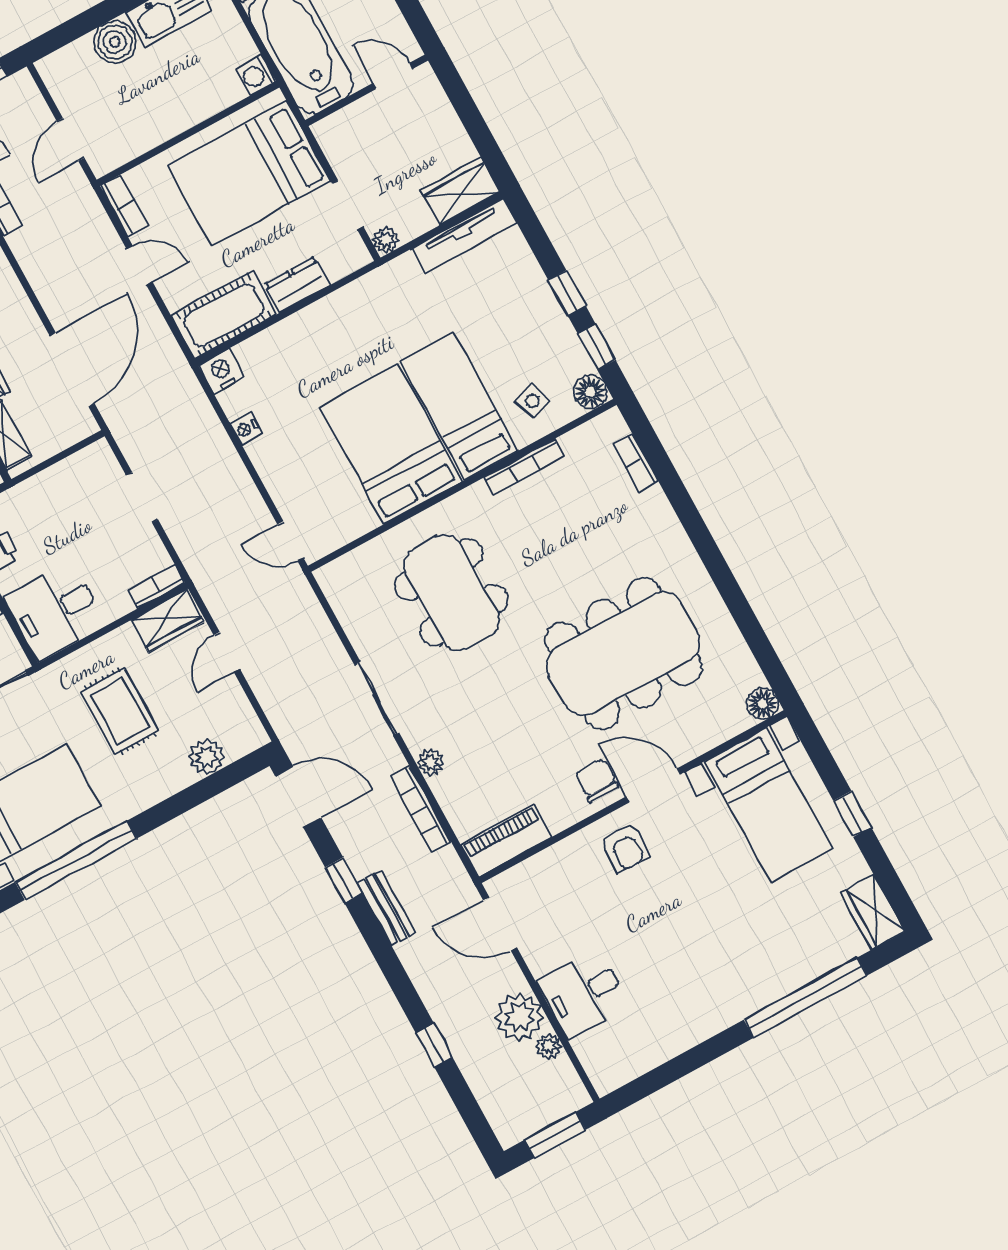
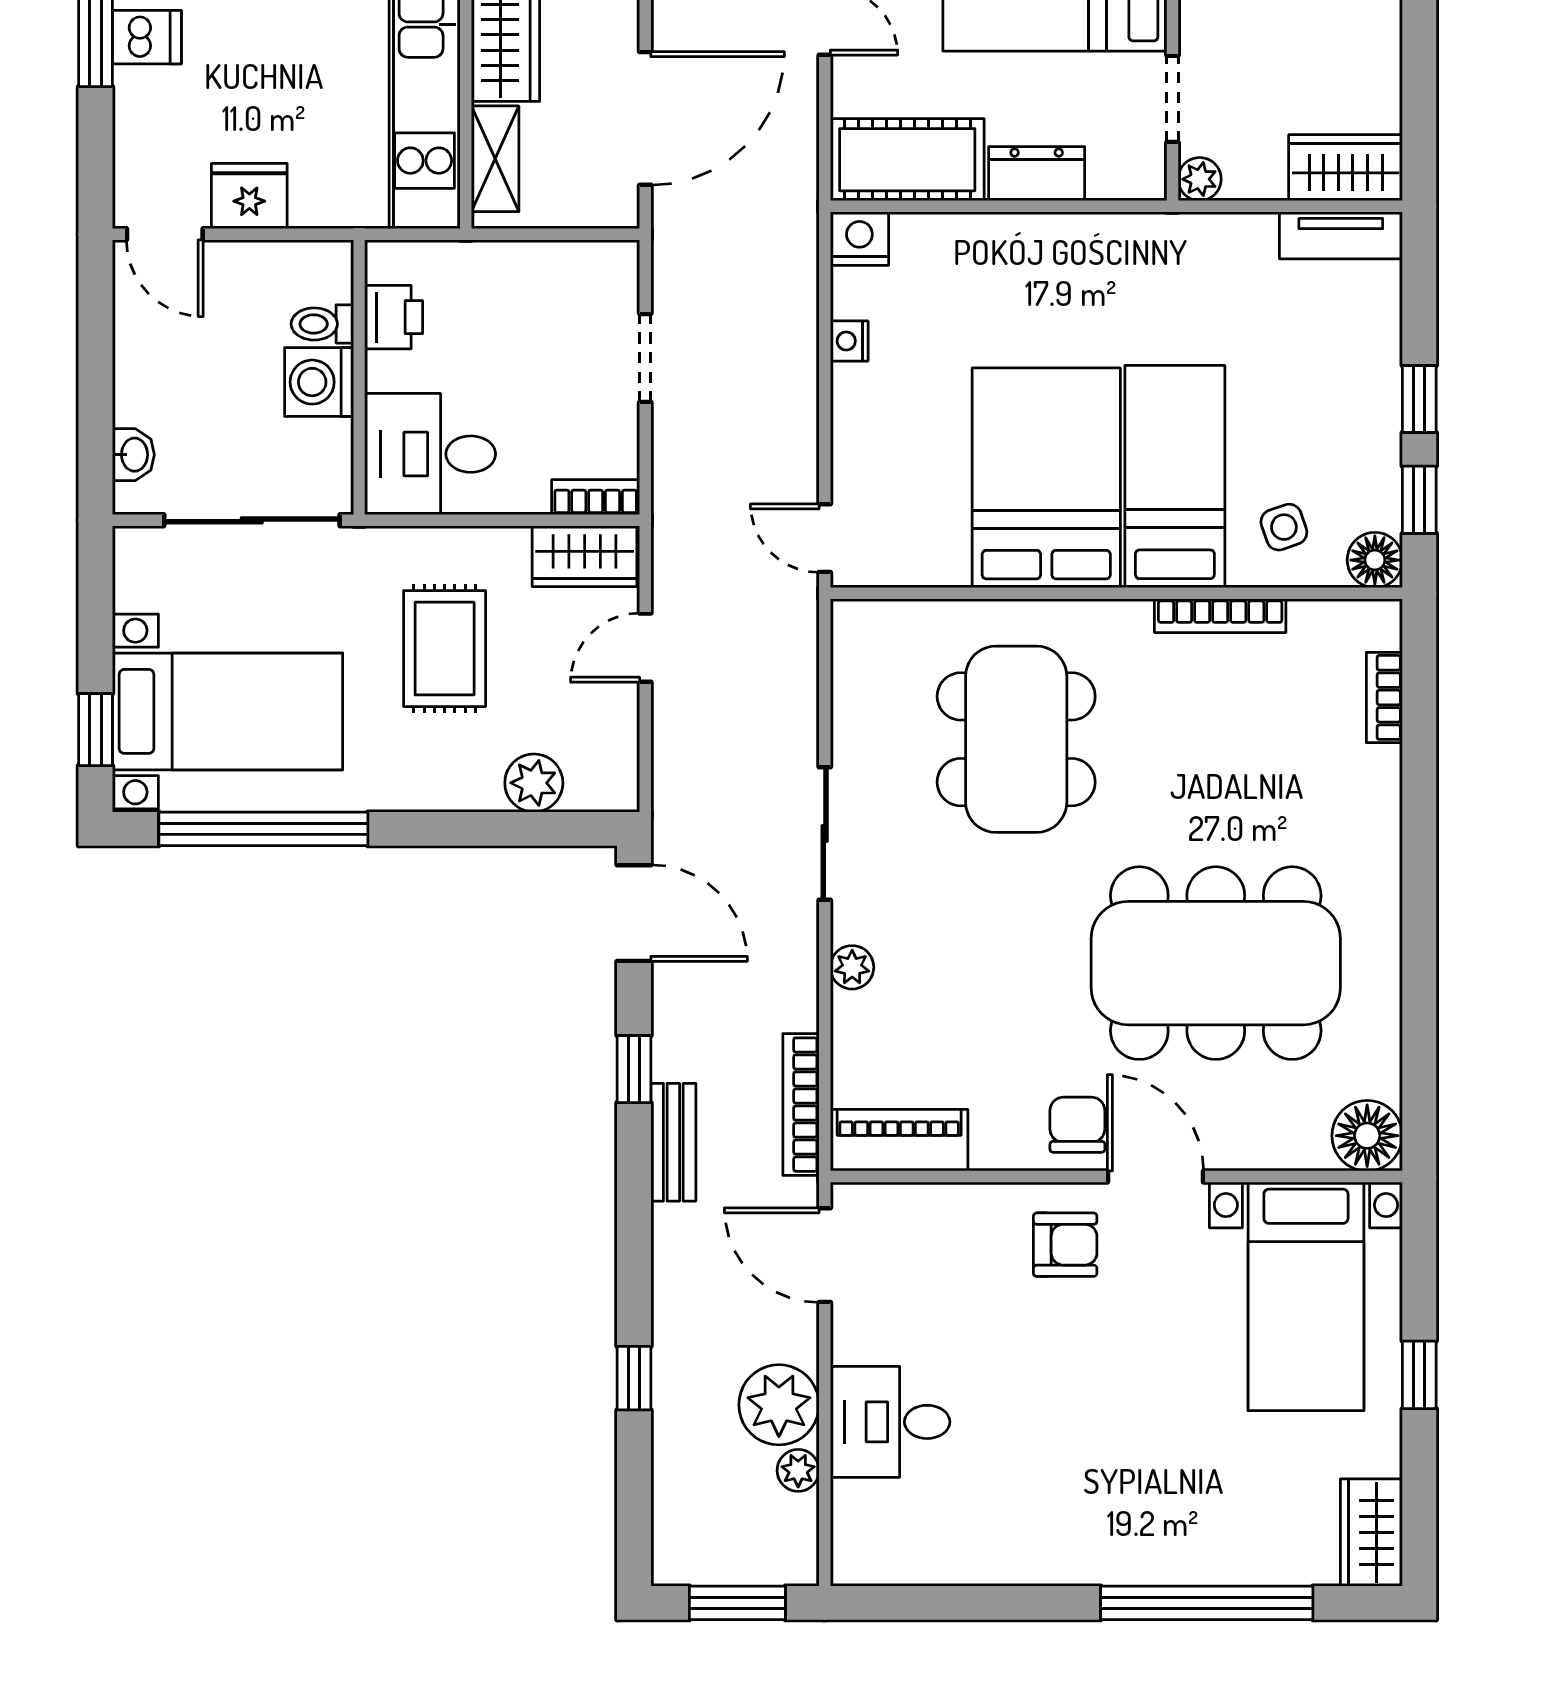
tv unit: (464, 236) -> (1341, 235), width x0.71
floor lamp: (762, 704) -> (1367, 1136), width x1.38, depth x1.38
bookcase: (421, 809) -> (801, 1105), moved
armchair: (625, 848) -> (1065, 1245), turned -90

